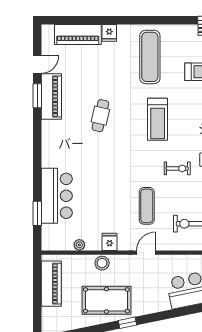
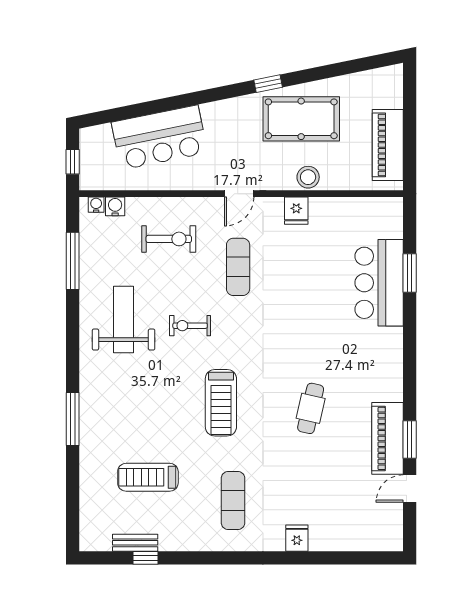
piano: (78, 35) -> (346, 536), removed
exercise mat: (150, 57) -> (233, 501), width x0.73, depth x0.69
treadmill: (158, 119) -> (221, 403), turned 180
window: (37, 213) -> (410, 273), moved
plant: (79, 245) -> (344, 206), removed

